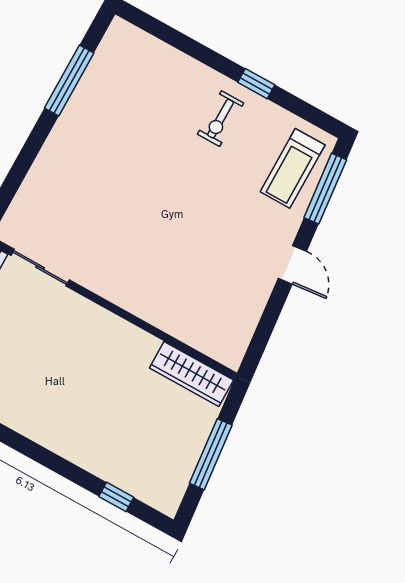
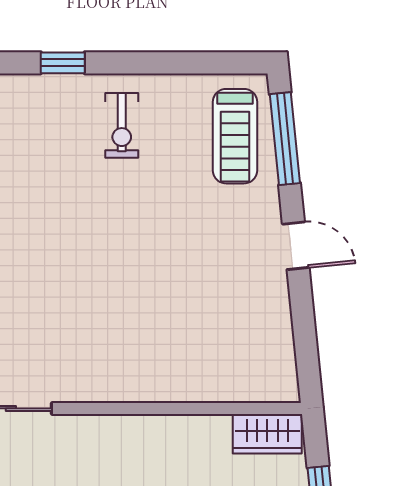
window: (256, 84) -> (63, 63), moved
wardrobe: (191, 374) -> (267, 434), width x0.67

